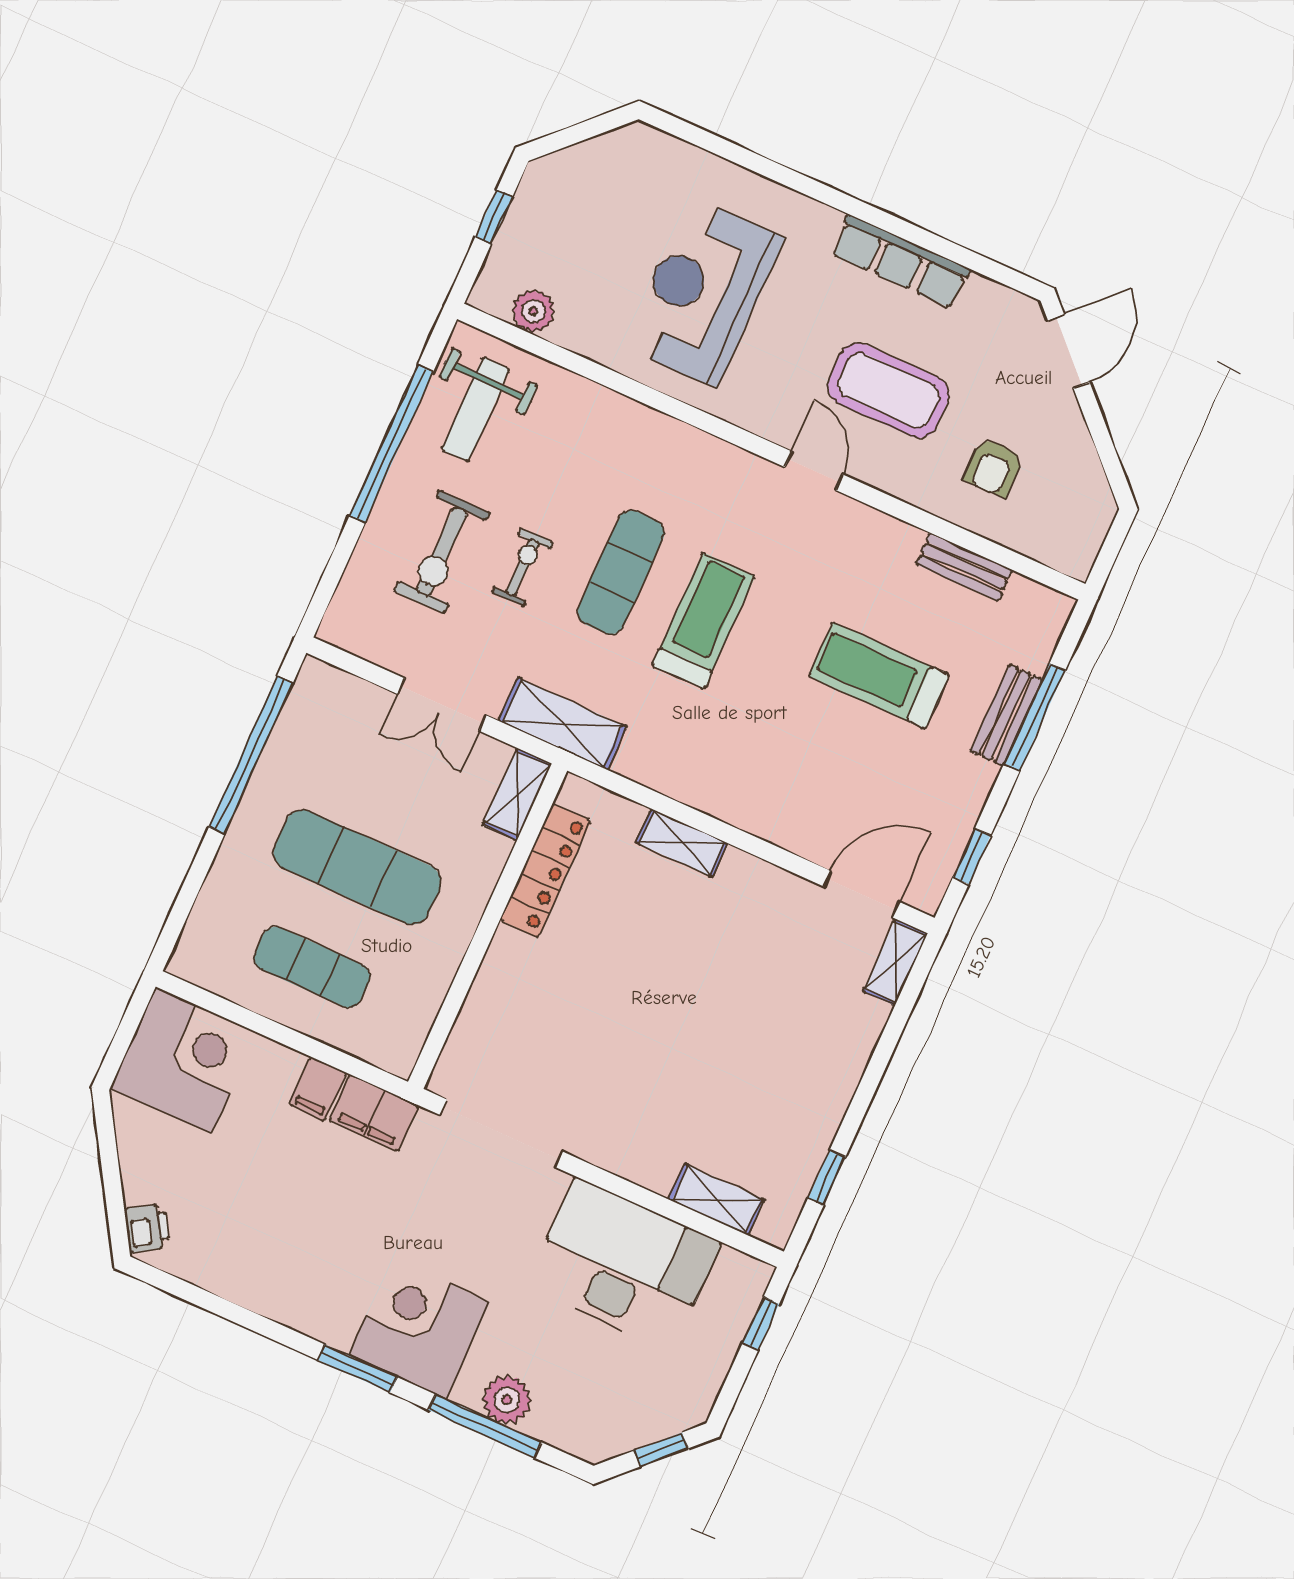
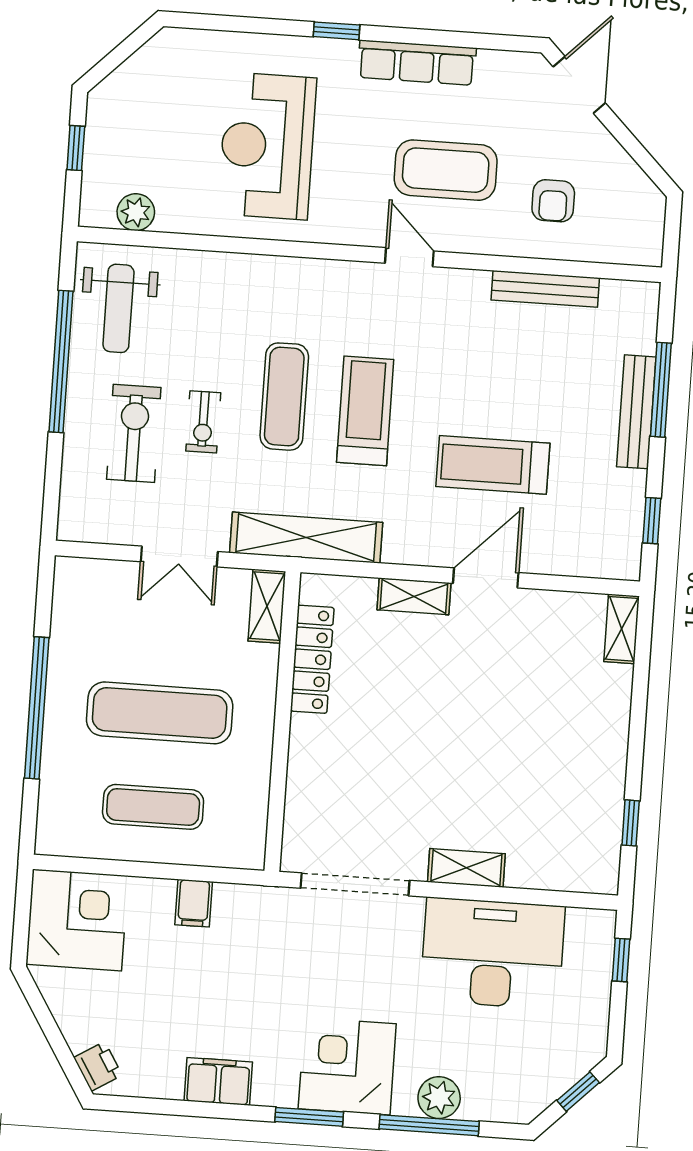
window: (826, 194) -> (336, 31), added
exercise bike: (442, 552) -> (134, 433), turned 180
exercise bike: (522, 567) -> (203, 422), turned 180
bench: (964, 567) -> (545, 289), width x1.36
treadmill: (879, 675) -> (493, 465), moved
bench: (1006, 715) -> (636, 412), width x1.36
shelving: (562, 724) -> (306, 538), width x1.47
window: (251, 755) -> (37, 708), moved
door: (861, 894) -> (486, 578), moved
filing cabinet: (374, 1113) -> (218, 1081), moved, turned 180
shelving: (717, 1200) -> (466, 868), moved

